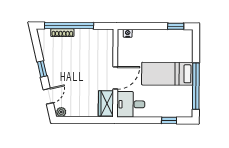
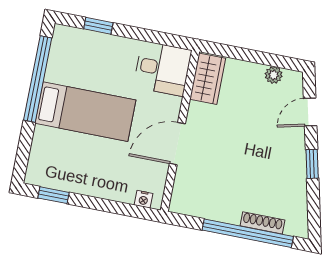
door: (115, 78) -> (177, 144), moved
plant: (61, 112) -> (274, 75), moved

